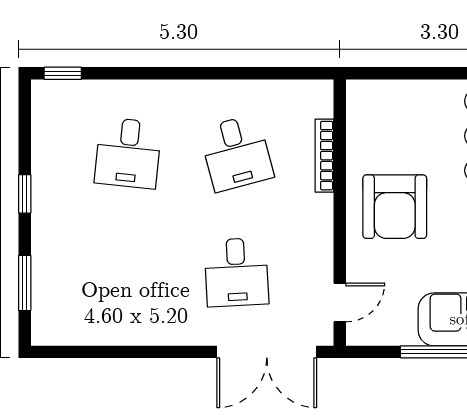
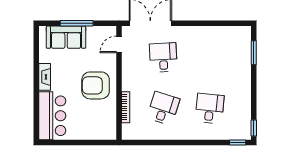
desk: (236, 153) -> (163, 108), turned 33
window: (25, 194) -> (254, 128), moved
armchair: (395, 207) -> (96, 85), turned -90

